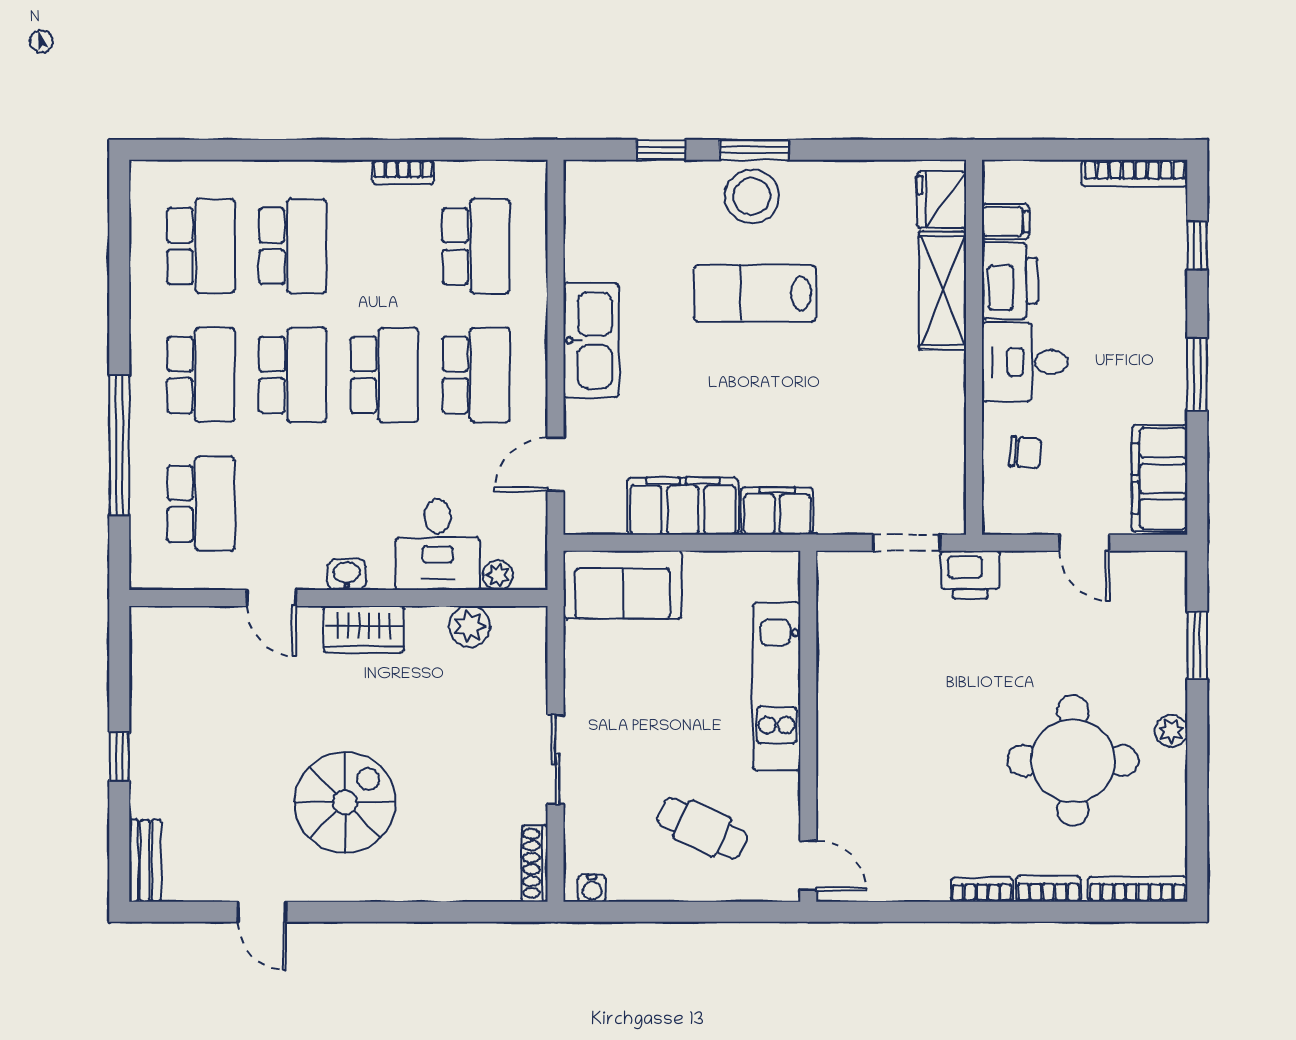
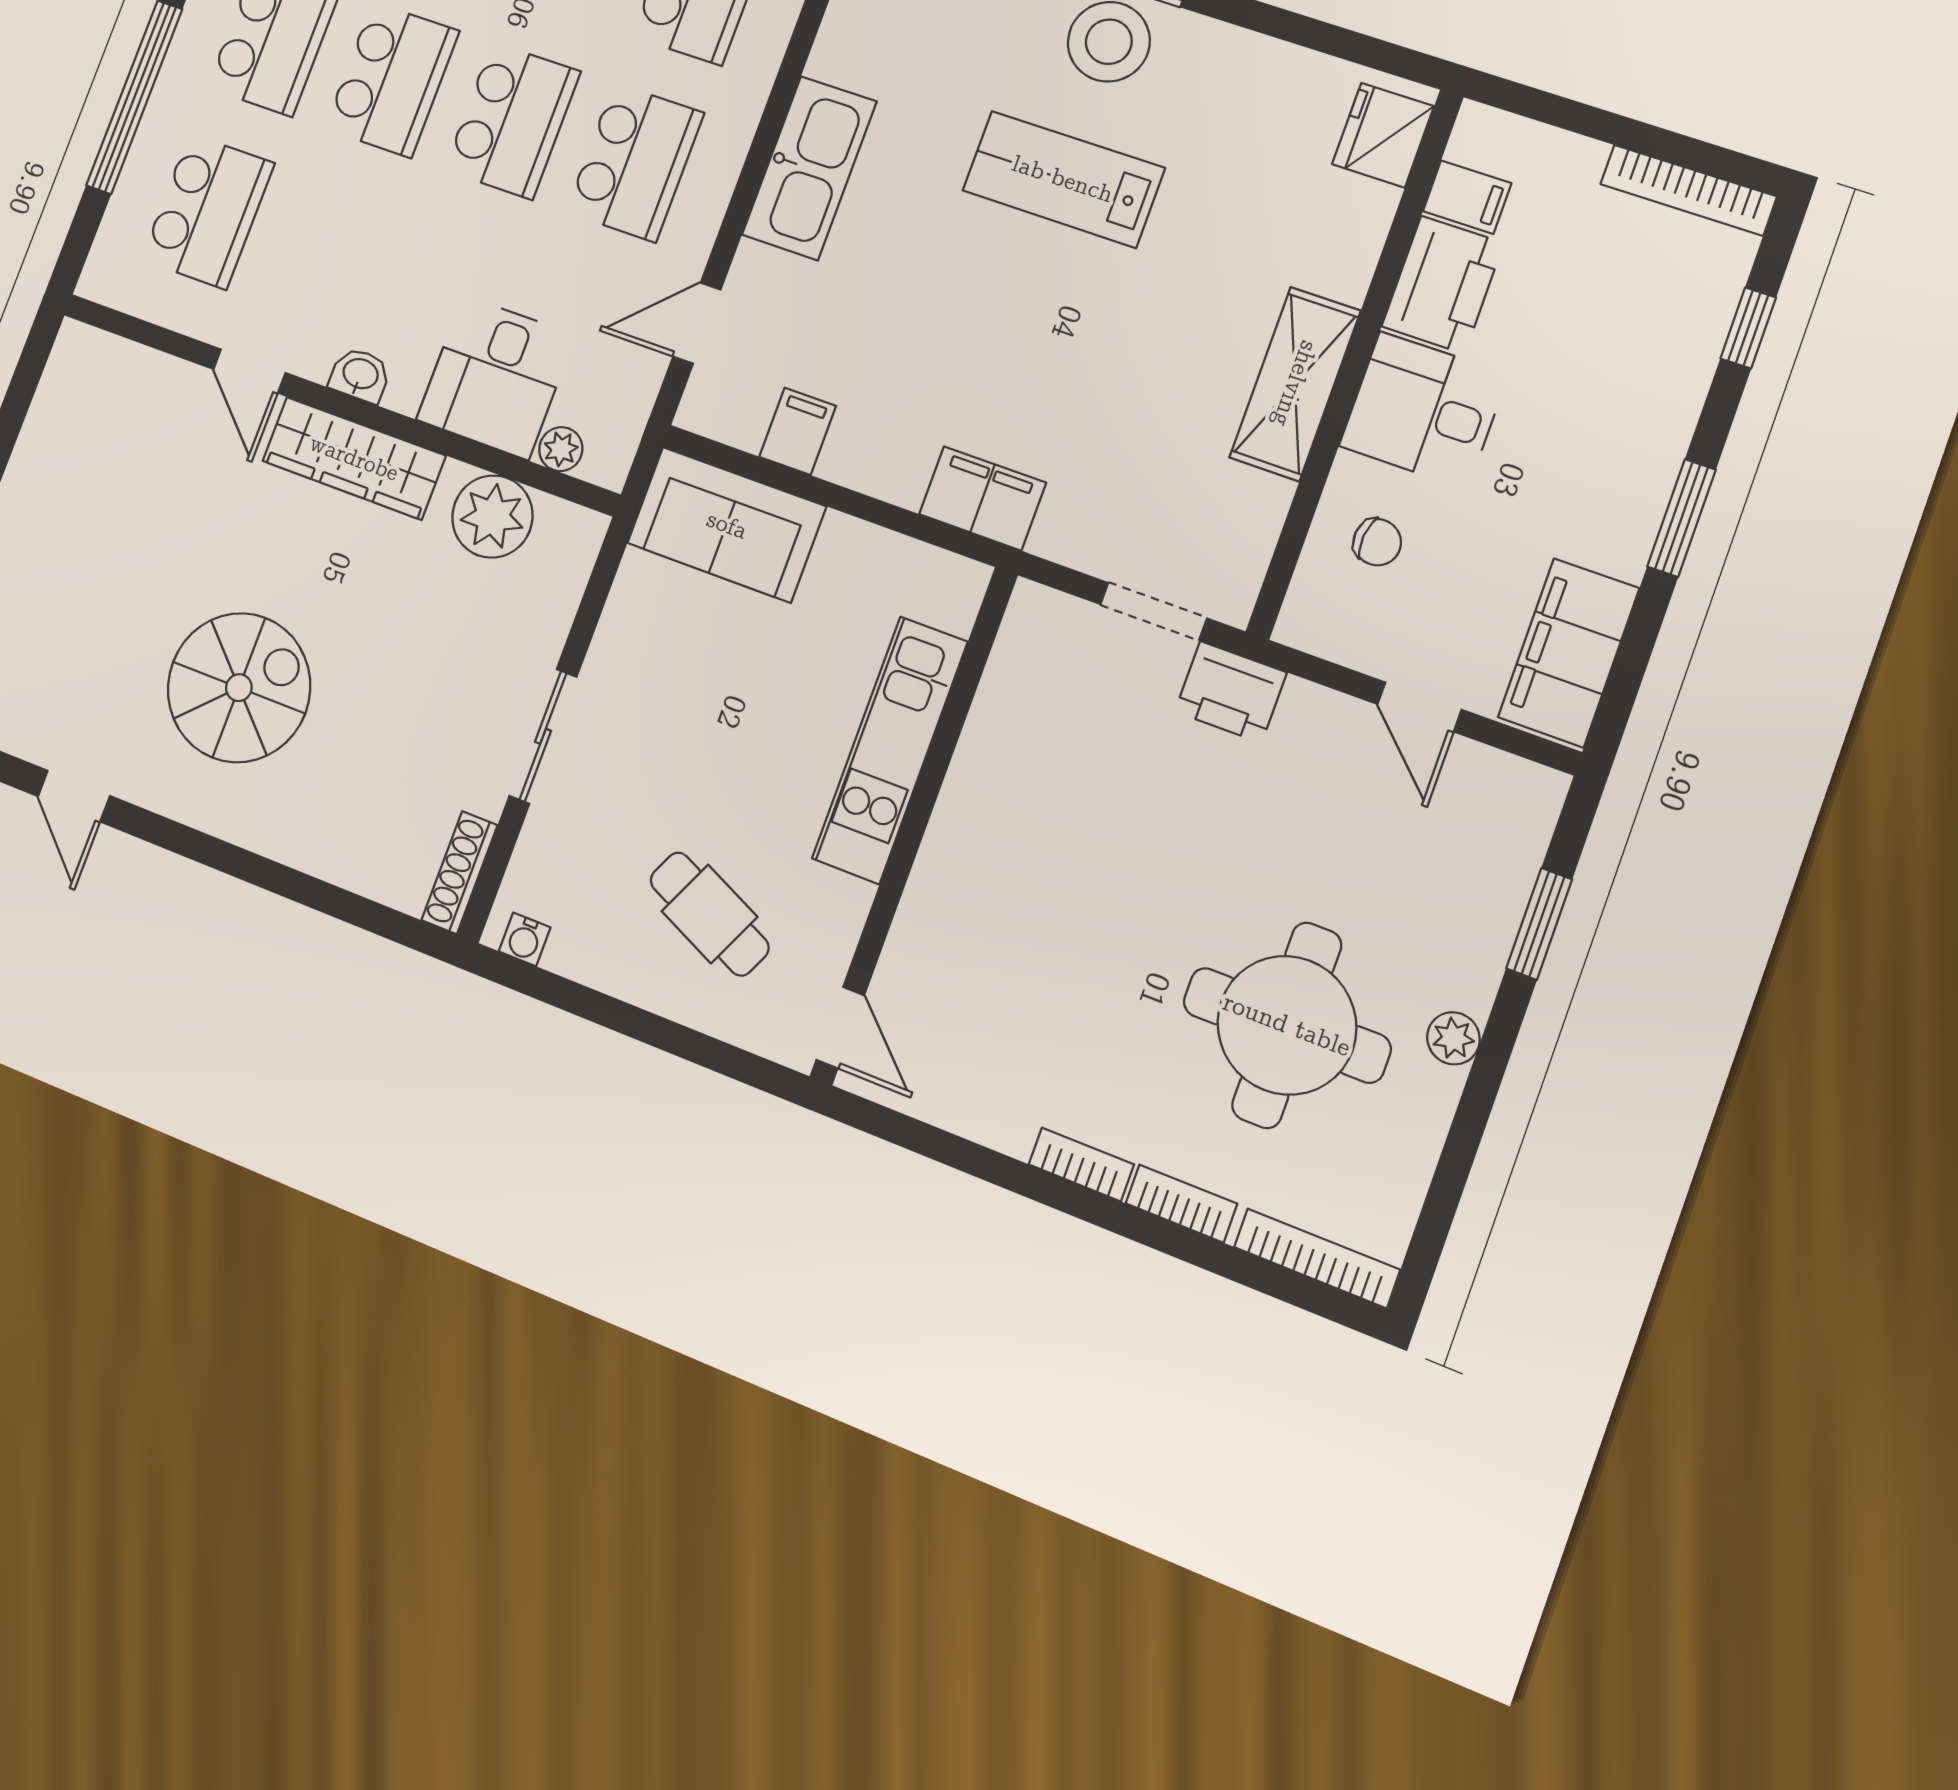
shelving: (943, 291) -> (1295, 384), moved
filing cabinet: (683, 506) -> (798, 431), width x0.33, depth x0.86
plant: (470, 626) -> (492, 517), width x1.36, depth x1.36
wardrobe: (364, 629) -> (354, 458), width x1.50

